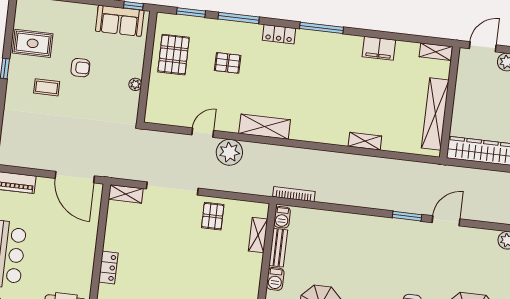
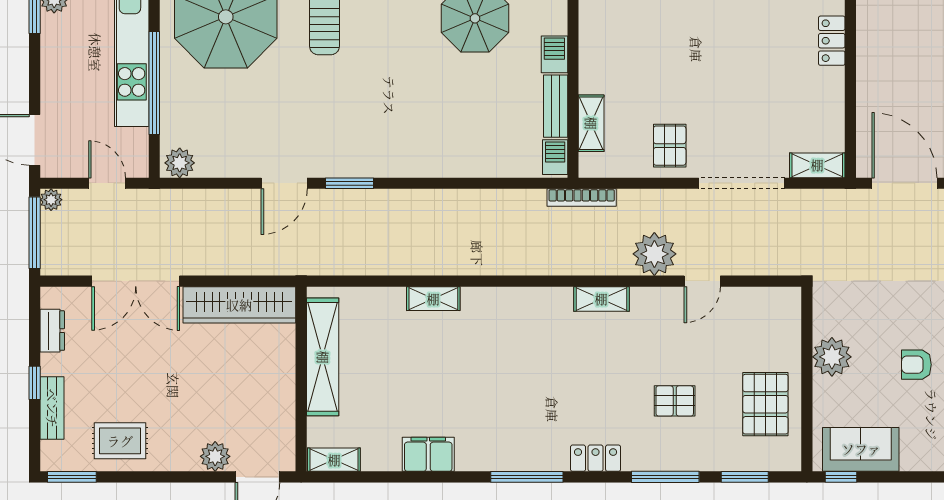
plant: (135, 84) -> (832, 357), width x1.87, depth x1.87
shelving: (265, 127) -> (601, 299), width x0.67, depth x0.75
bookcase: (294, 194) -> (582, 198), moved

